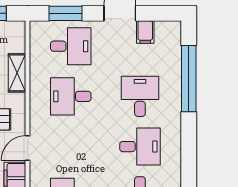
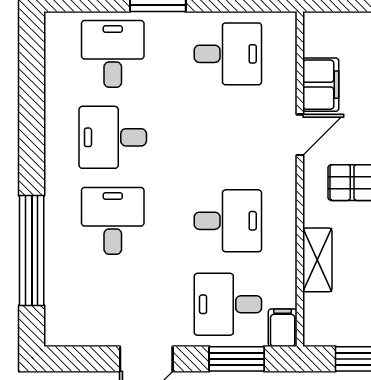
filing cabinet: (145, 32) -> (283, 328), moved
desk: (140, 96) -> (113, 221), turned 180

